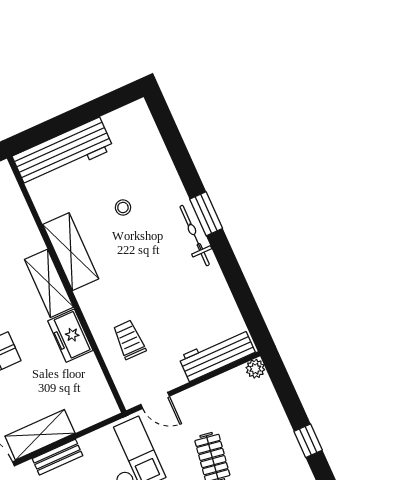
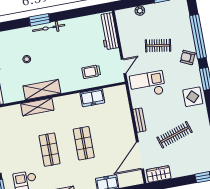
shelving: (49, 283) -> (37, 107), moved
freezer: (70, 336) -> (92, 98), moved
plant: (255, 369) -> (140, 11), moved
shelving: (40, 435) -> (127, 126), removed

